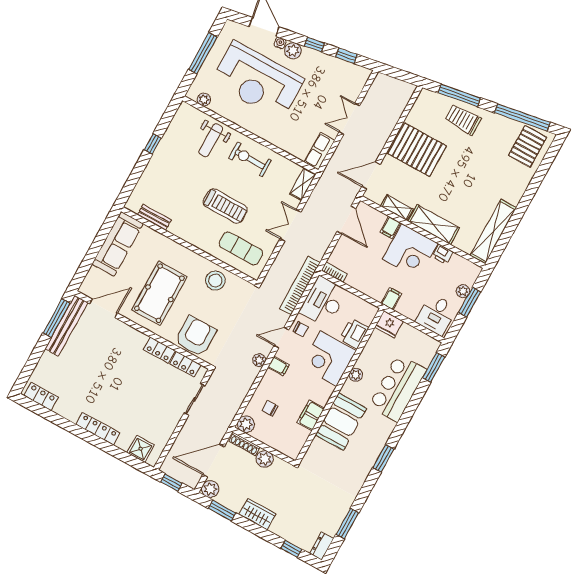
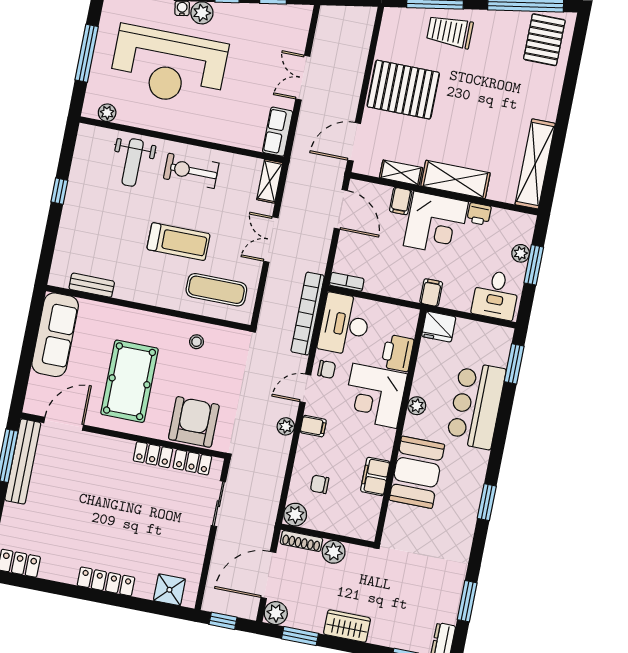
stool: (215, 281) -> (197, 342), width x0.53, depth x0.53

